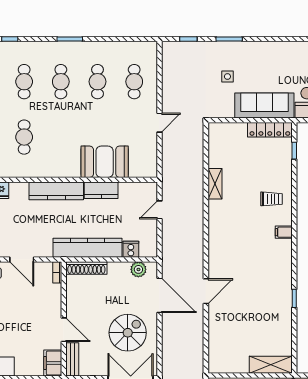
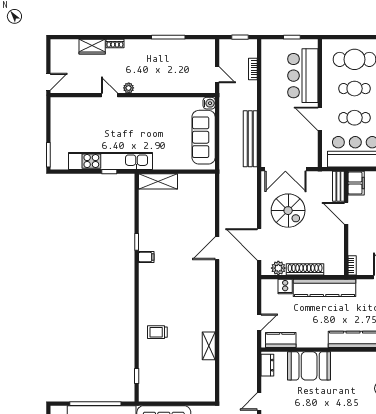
locker: (270, 130) -> (159, 395), removed
dresser: (150, 163) -> (267, 365), added
kitchen counter: (101, 190) -> (281, 340), moved
filing cabinet: (284, 232) -> (146, 257), moved
shoe rack: (86, 268) -> (305, 269), moved
spiral stairs: (128, 333) -> (288, 211), turned -90

